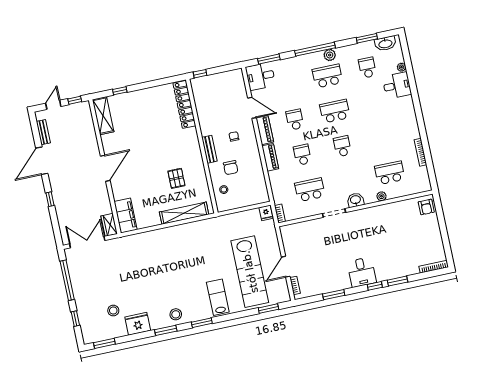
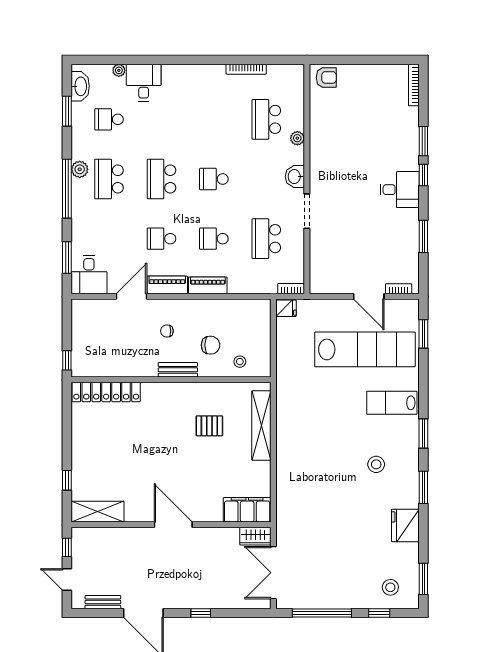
stool: (113, 311) -> (390, 587), moved
stool: (176, 314) -> (376, 464), moved

